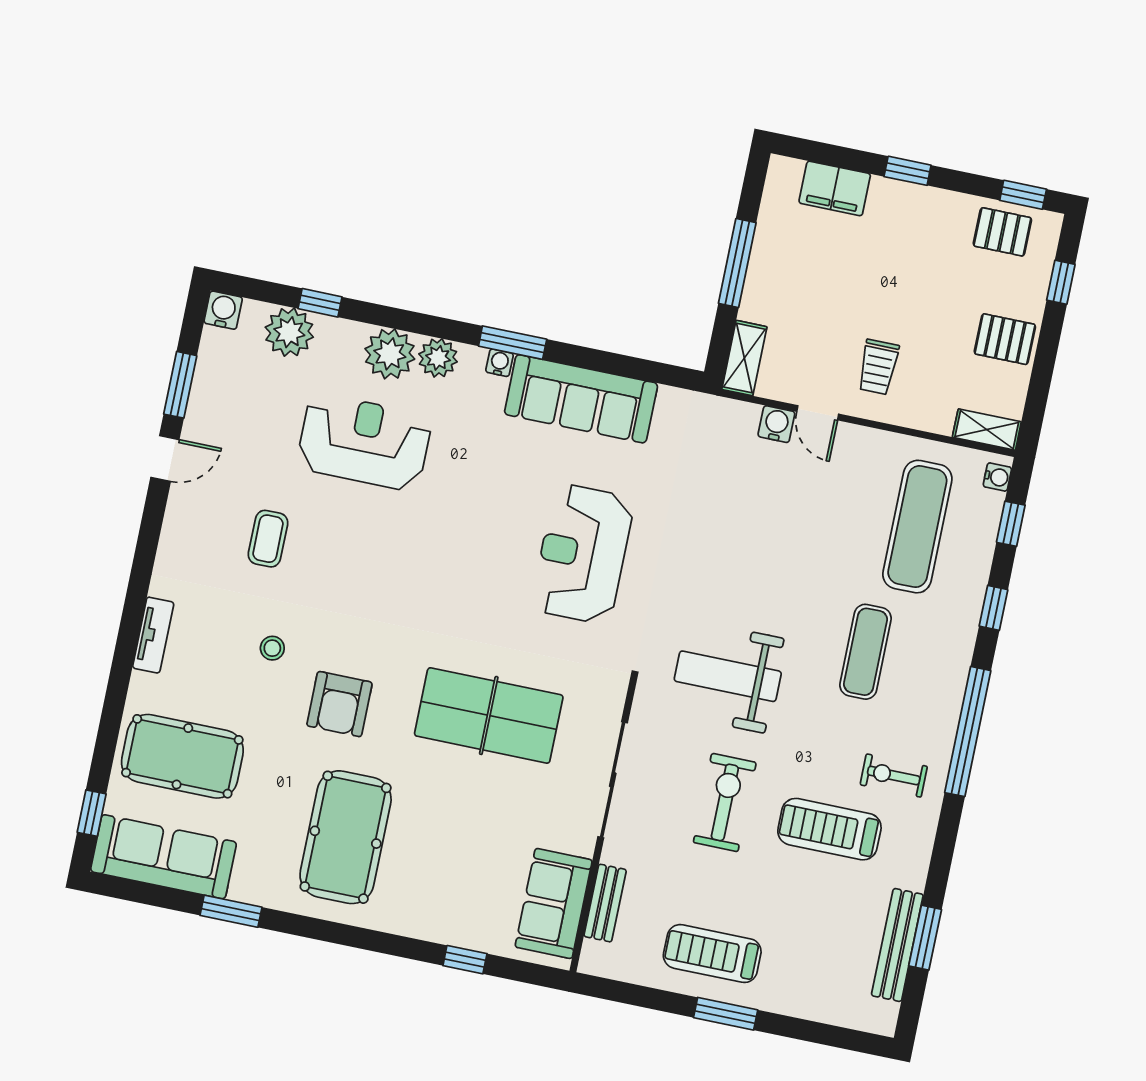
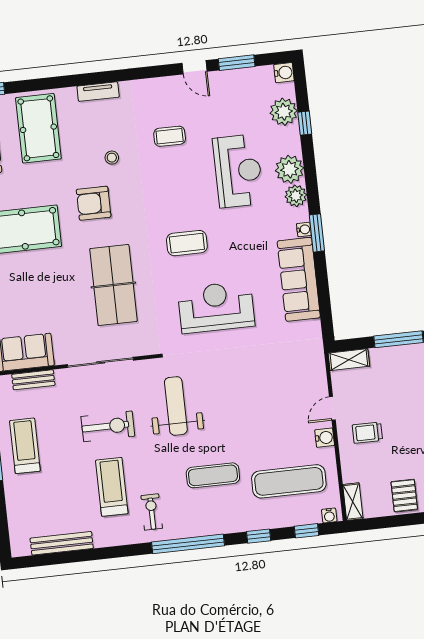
water cooler: (776, 424) -> (325, 438), moved
coffee table: (458, 568) -> (187, 243), added
window: (925, 938) -> (70, 557), removed

